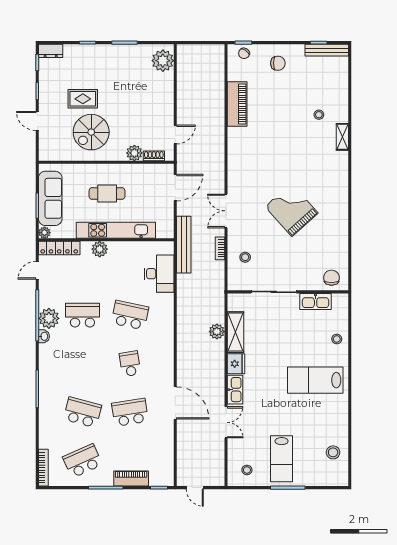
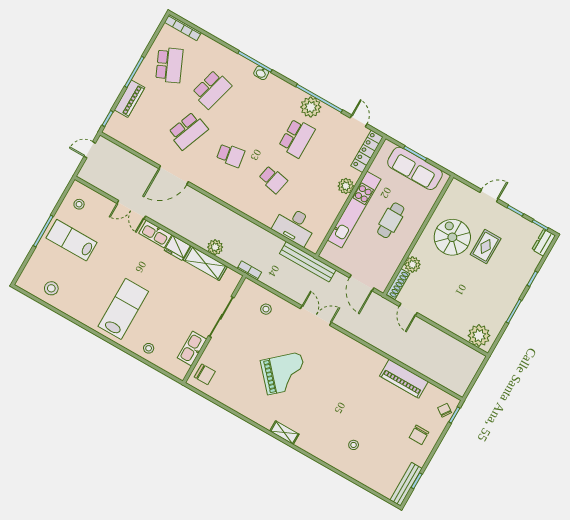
shelving: (342, 137) -> (284, 433), moved
shoe rack: (154, 156) -> (398, 284), width x1.43
plant: (44, 233) -> (388, 146), removed
bookcase: (220, 248) -> (249, 270), moved
school desk: (130, 315) -> (273, 180), width x0.54
washbasin: (44, 336) -> (261, 73), moved
school desk: (130, 412) -> (188, 131), turned 30

